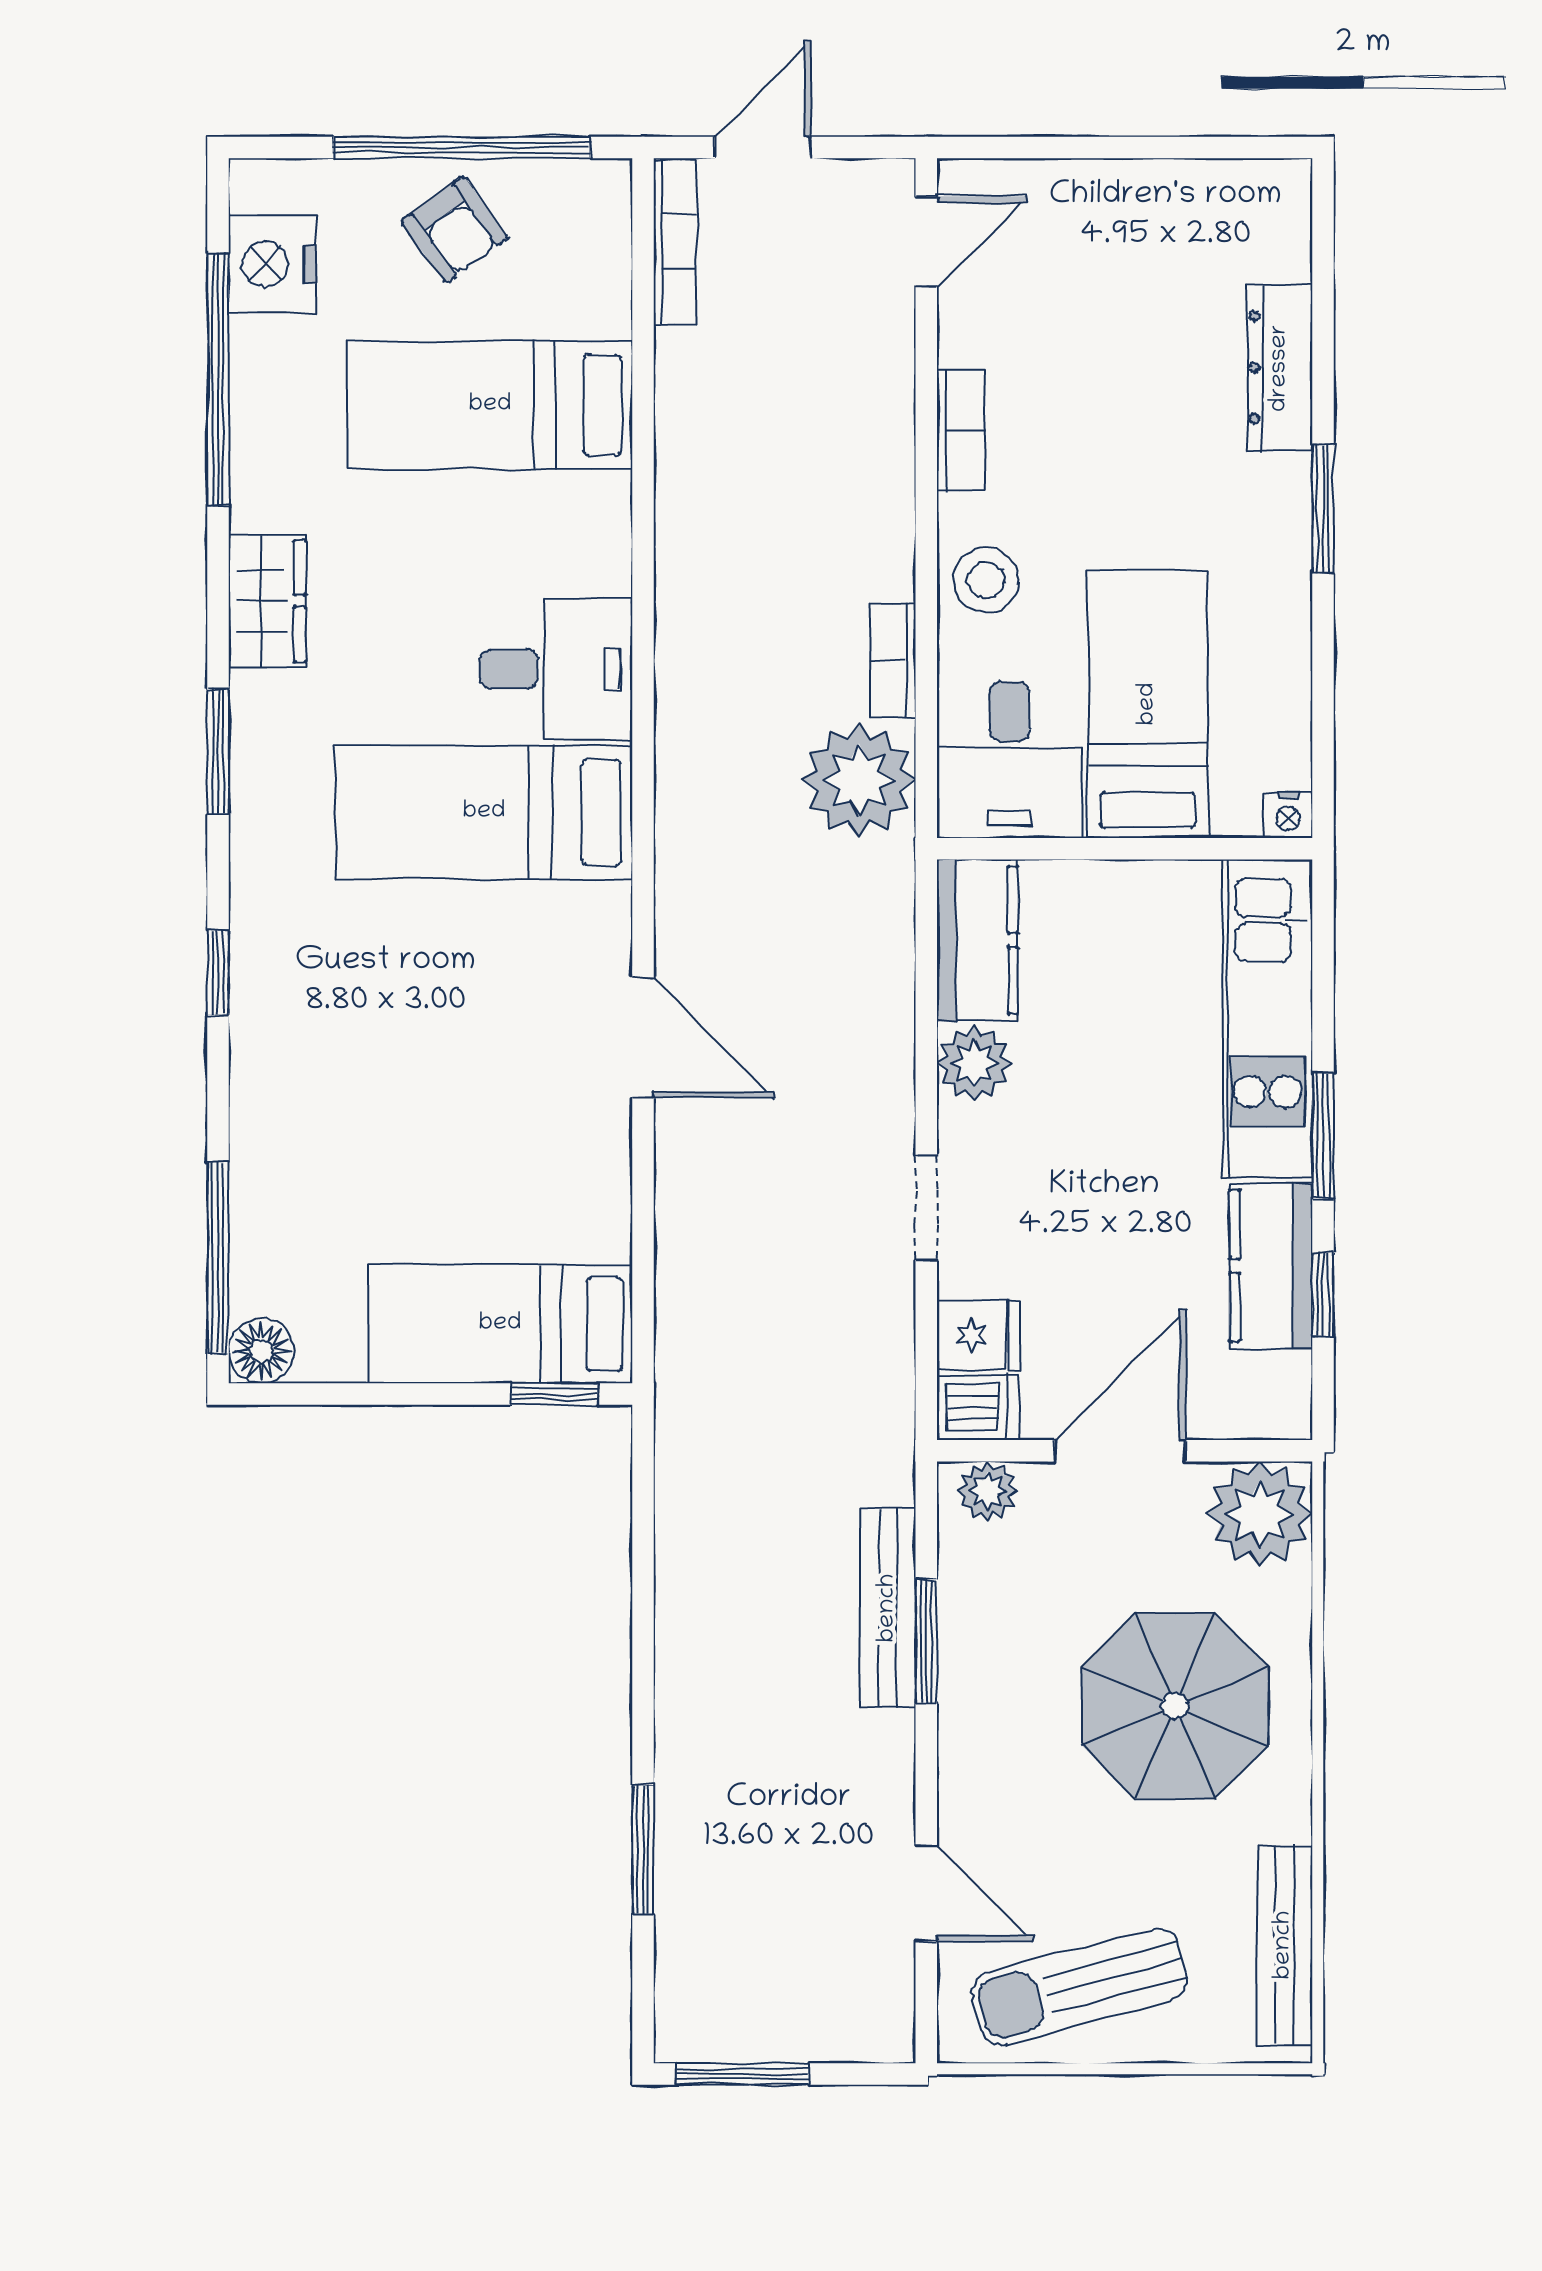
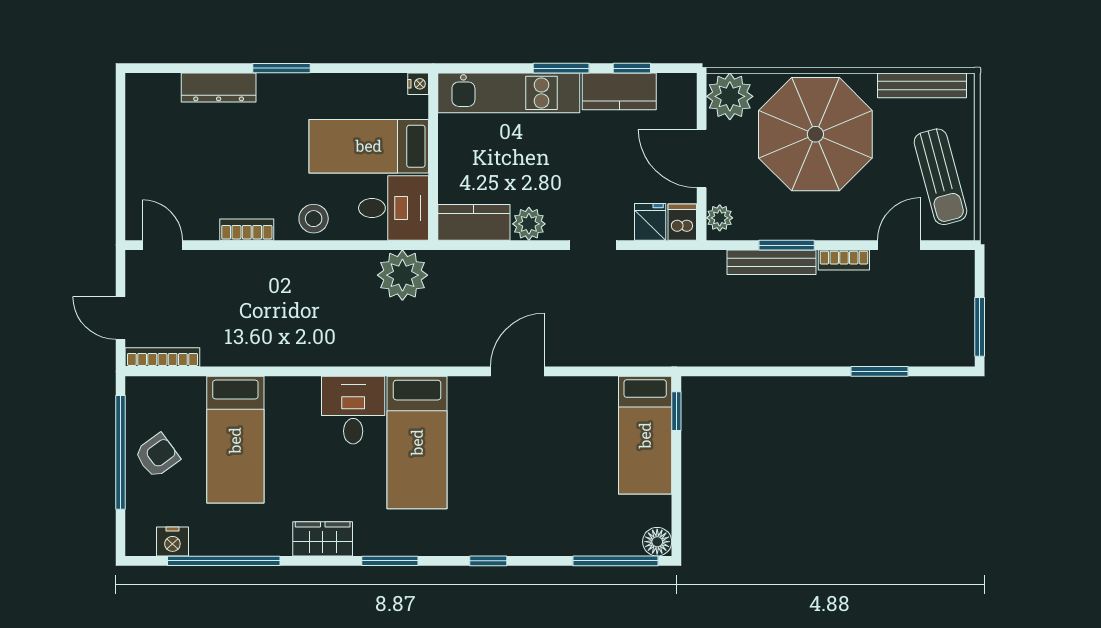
nightstand: (272, 264) -> (172, 542), width x0.74, depth x0.75
bookcase: (893, 660) -> (844, 260), moved
parasol: (1175, 1706) -> (815, 134), width x1.36, depth x1.36

